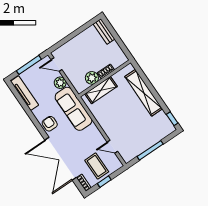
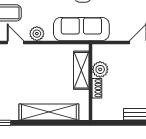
plant: (60, 83) -> (37, 34), moved
door: (112, 147) -> (16, 42), hinge flipped

